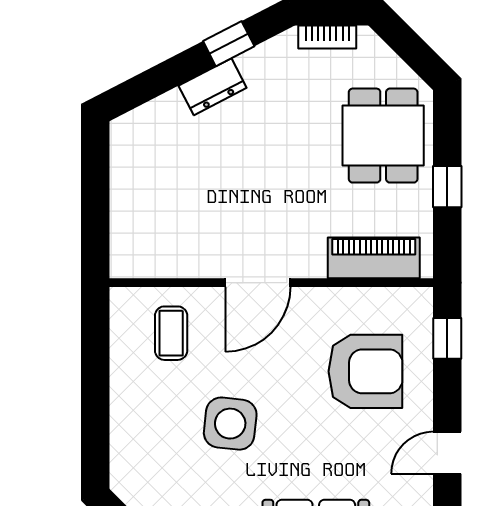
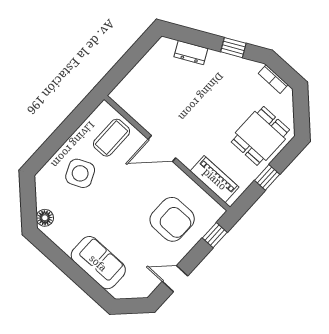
dresser: (213, 87) -> (191, 53), moved
coffee table: (171, 333) -> (111, 138), width x1.36, depth x1.30
side table: (230, 424) -> (80, 173), moved, turned -31

